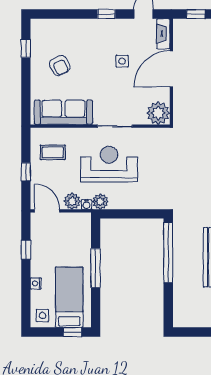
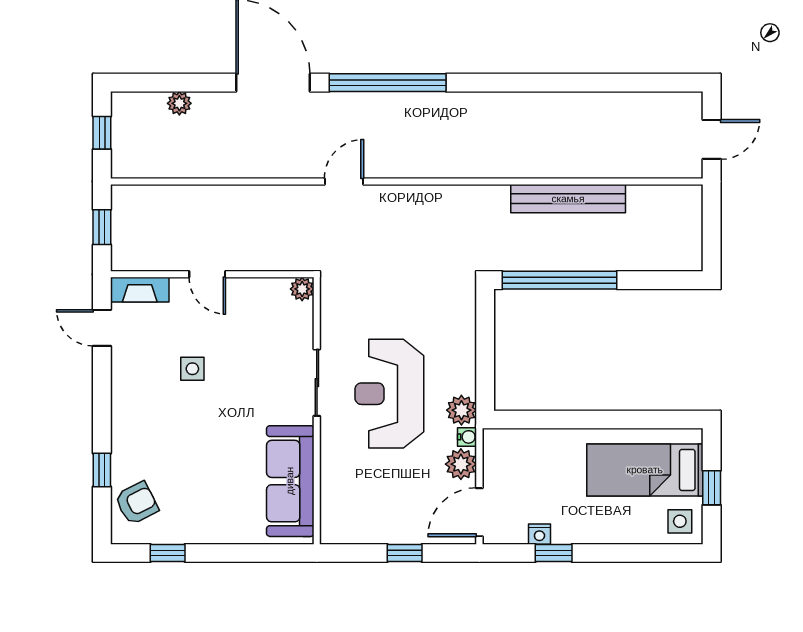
window: (106, 14) -> (102, 470), moved
armchair: (60, 65) -> (137, 503), moved
door: (171, 69) -> (207, 274), width x0.53
plant: (158, 113) -> (302, 289), width x0.53, depth x0.53
coffee table: (53, 152) -> (367, 501), removed
window: (96, 268) -> (589, 419), removed
nightstand: (36, 283) -> (539, 534), moved
window: (72, 332) -> (712, 488), moved

